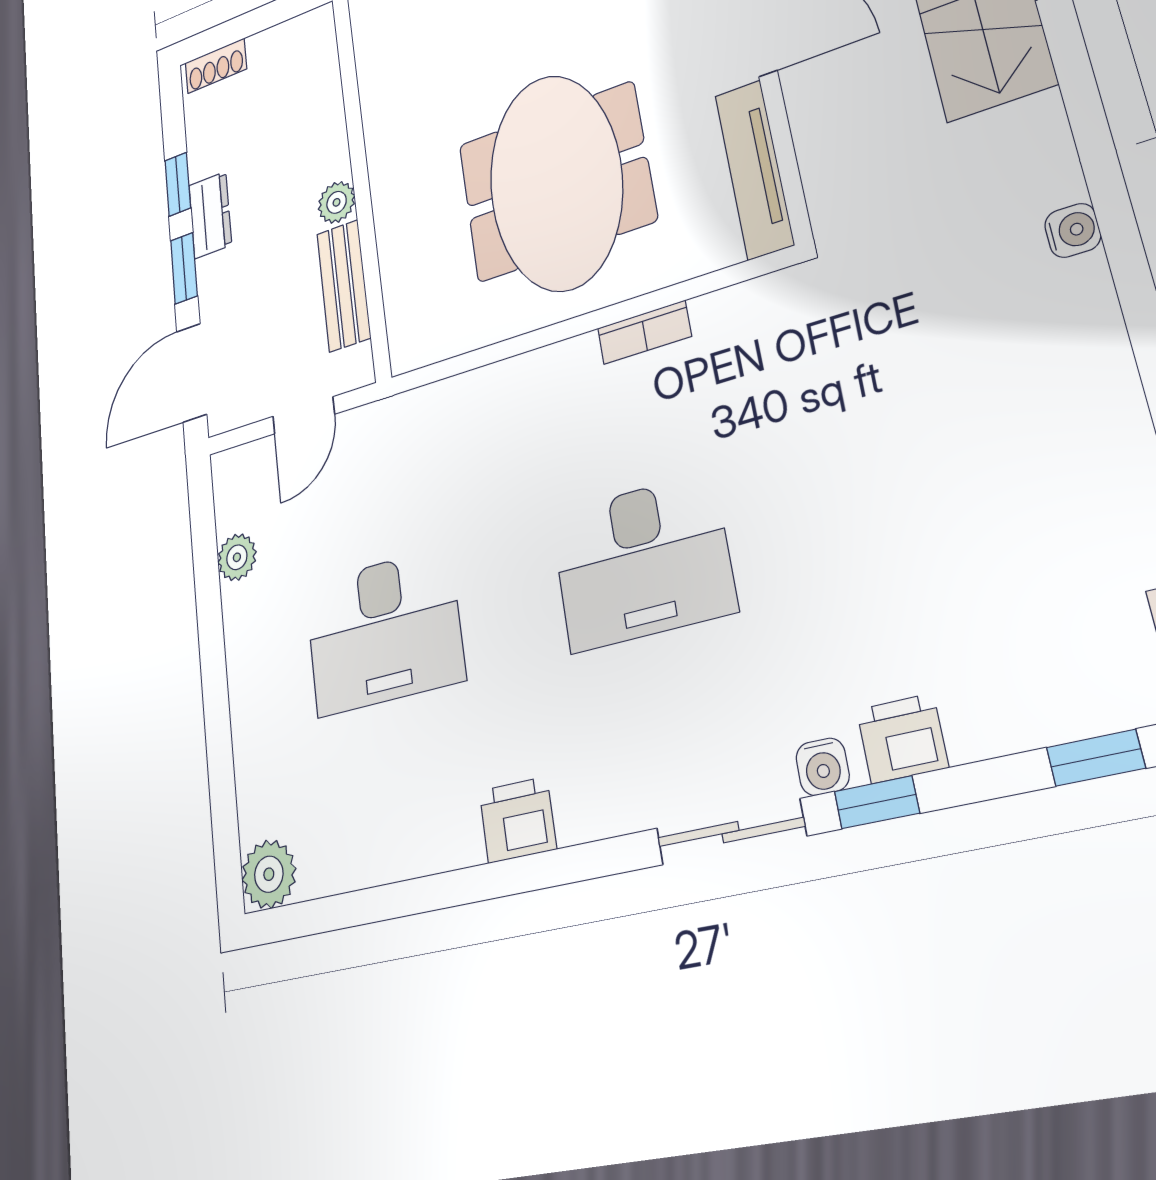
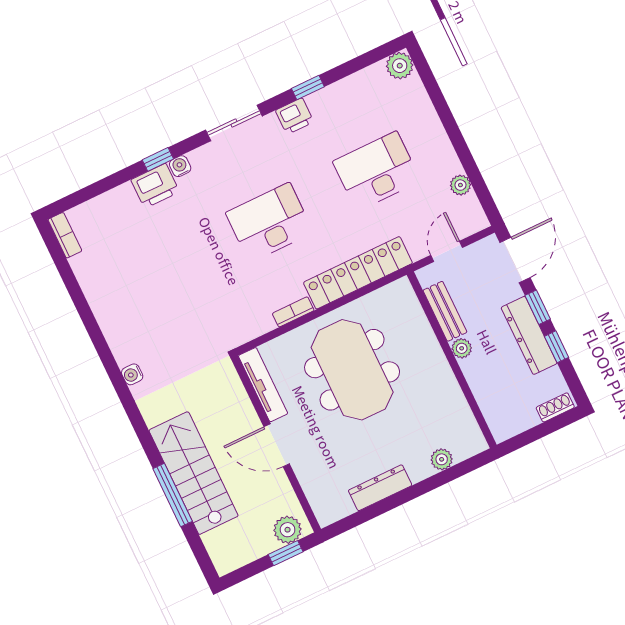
dresser: (210, 215) -> (529, 335), width x1.96, depth x1.24
locker: (485, 400) -> (358, 273), added
printer: (902, 738) -> (155, 186), width x1.36, depth x1.24
window: (1096, 758) -> (308, 88), moved
sliding door: (731, 832) -> (234, 123), moved

